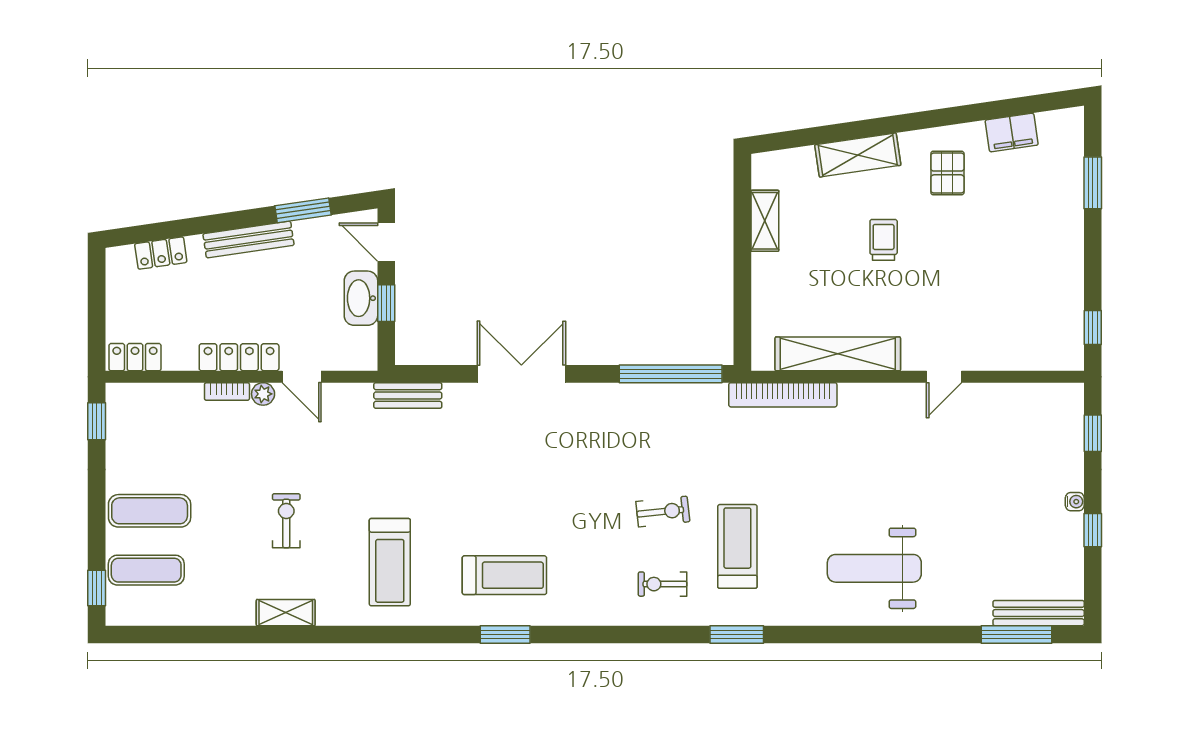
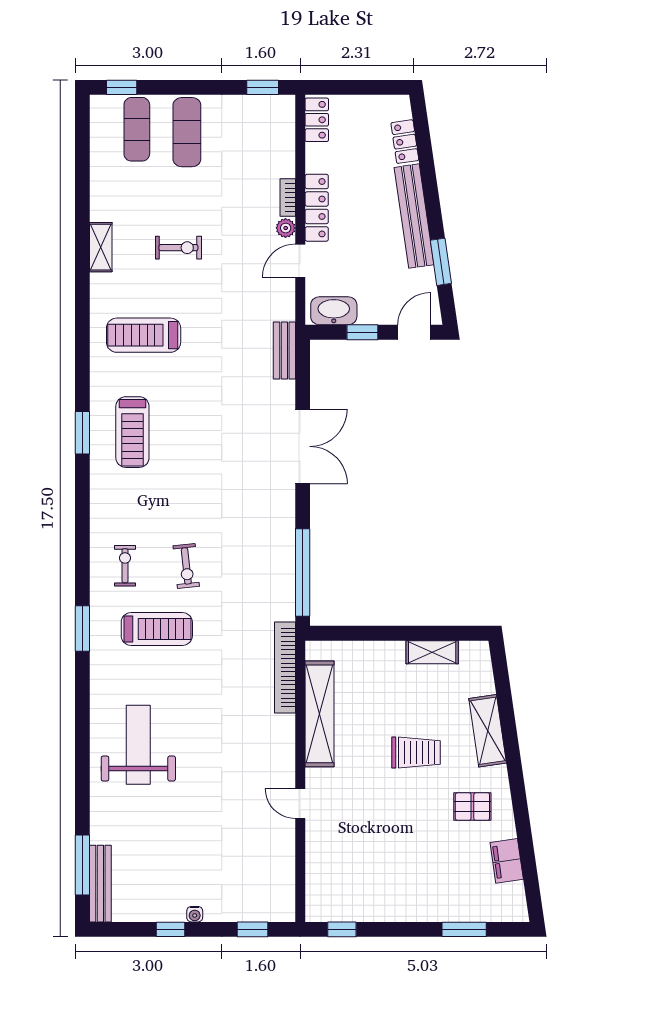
bench: (249, 240) -> (414, 216), width x1.37, depth x1.21
trolley: (884, 240) -> (416, 753), width x1.36, depth x1.39
washbasin: (361, 298) -> (334, 311), moved

